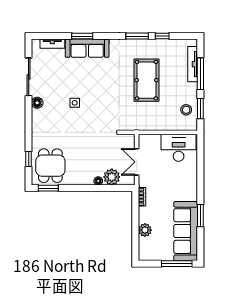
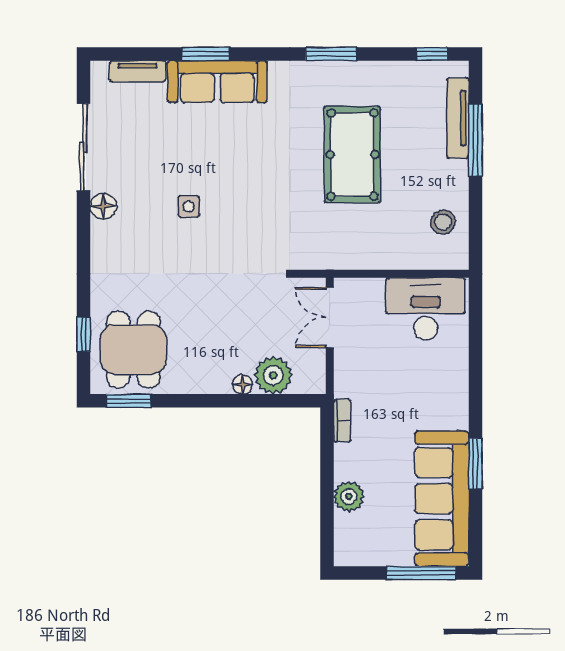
window: (162, 36) -> (432, 54), moved
window: (200, 109) -> (475, 220), removed
double door: (137, 162) -> (330, 317), moved

